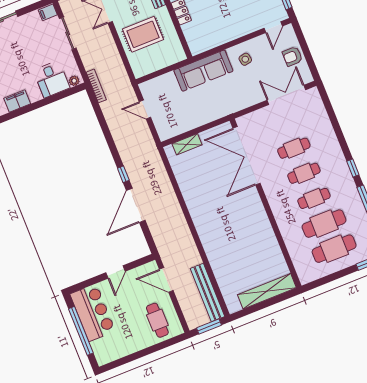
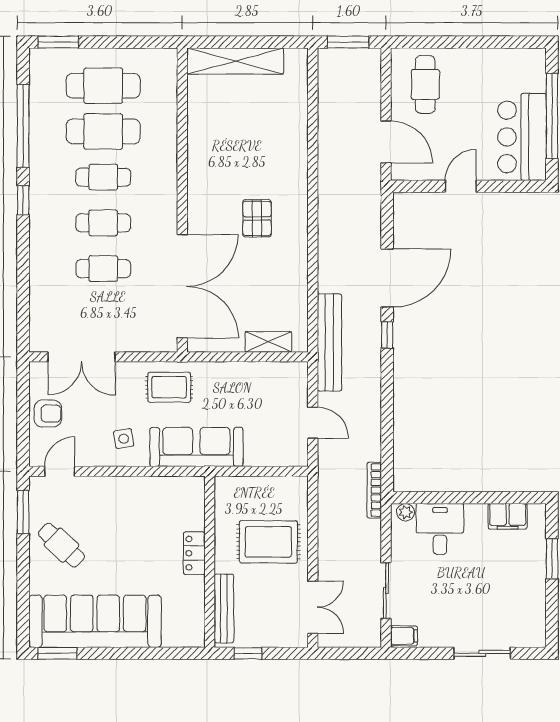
rug: (232, 97) -> (169, 387), added
pallet: (220, 210) -> (257, 218), added
bench: (207, 292) -> (329, 342), moved

